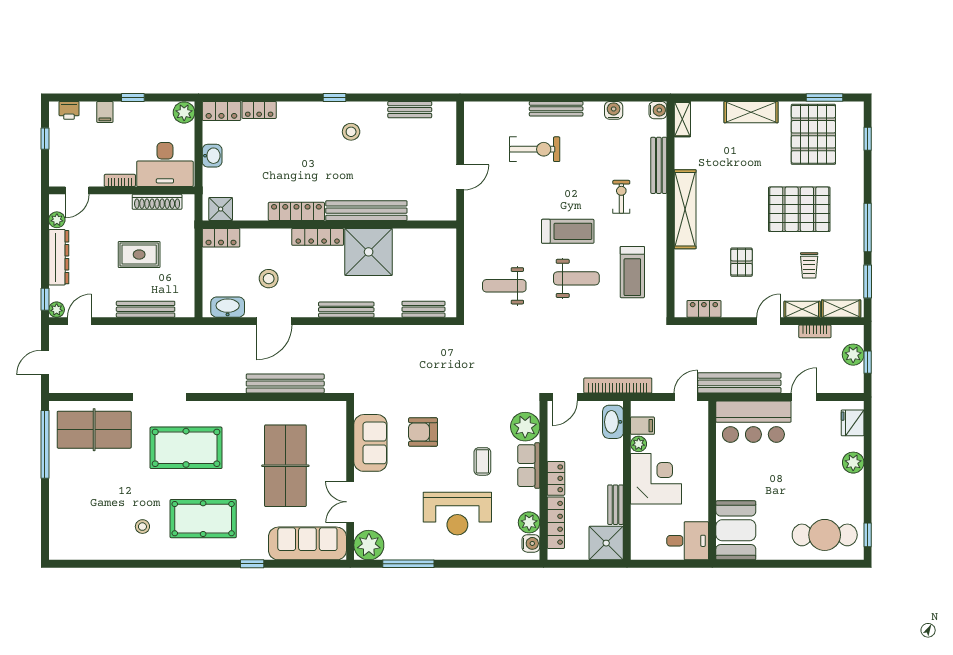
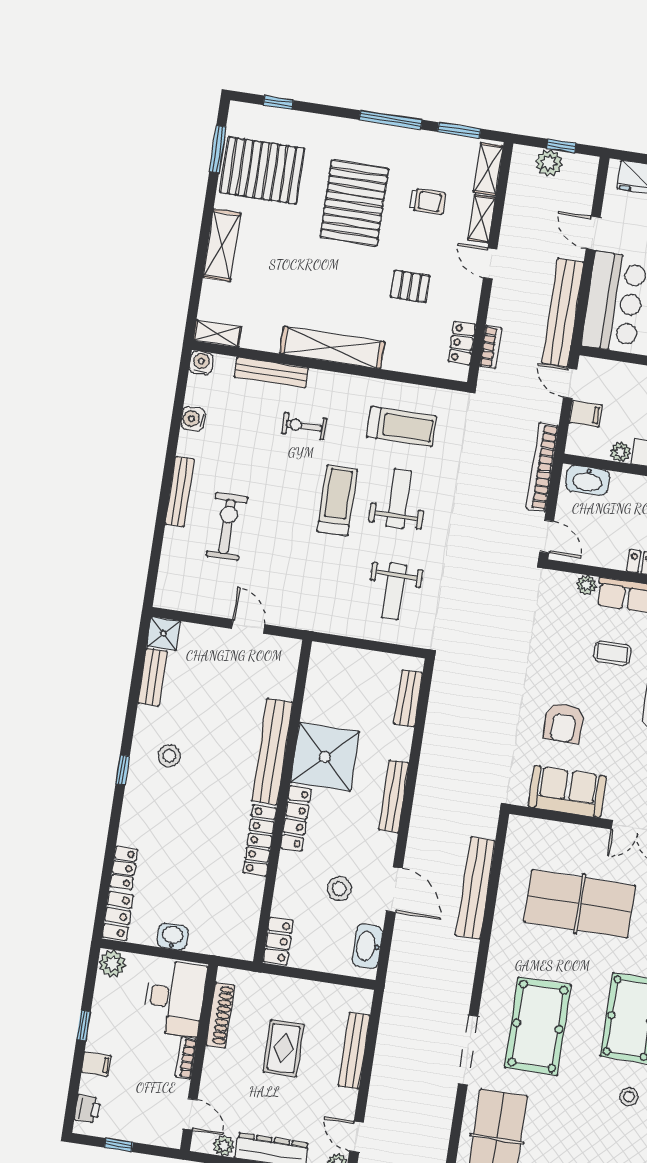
shower: (221, 209) -> (164, 634), moved
bookcase: (815, 331) -> (491, 347), moved
filing cabinet: (642, 426) -> (586, 414), moved, turned 90
plant: (525, 427) -> (587, 585), width x0.53, depth x0.53

